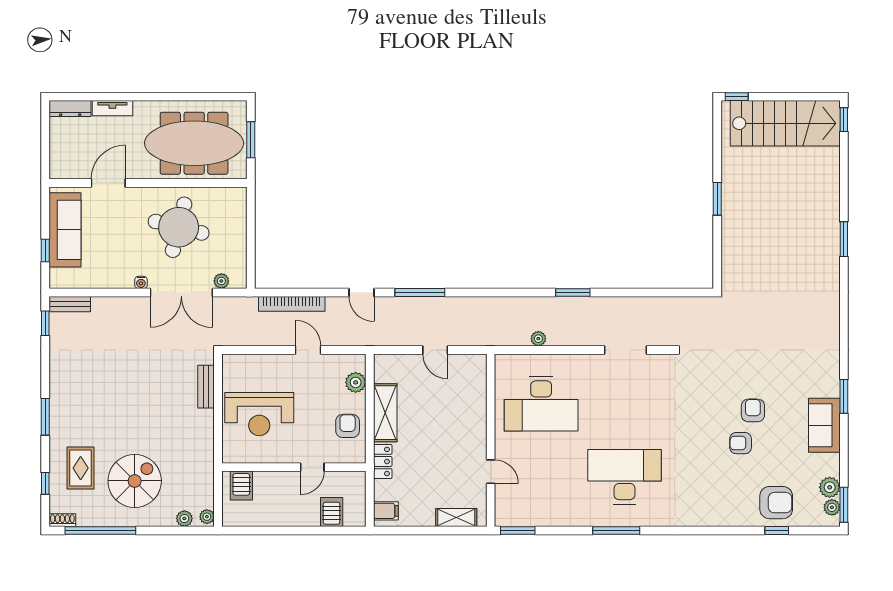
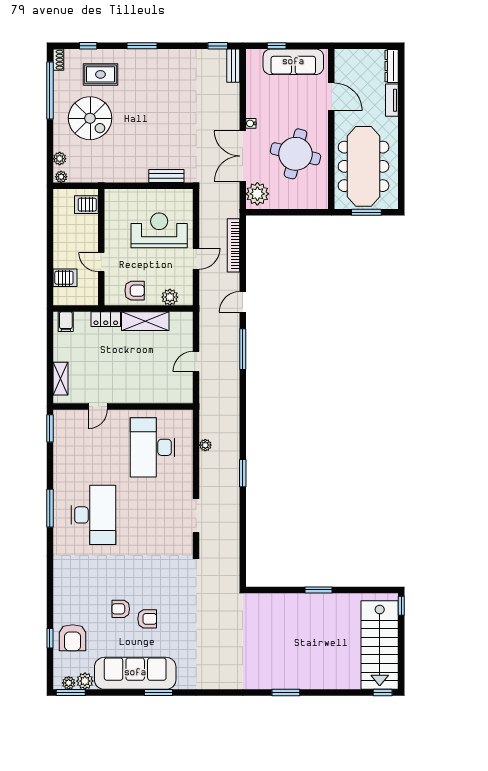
plant: (221, 281) -> (257, 194), width x1.87, depth x1.87
reception desk: (259, 414) -> (159, 230), moved, turned 90
sofa: (824, 425) -> (135, 673), width x1.85, depth x1.27
armchair: (741, 443) -> (121, 609), turned -90

